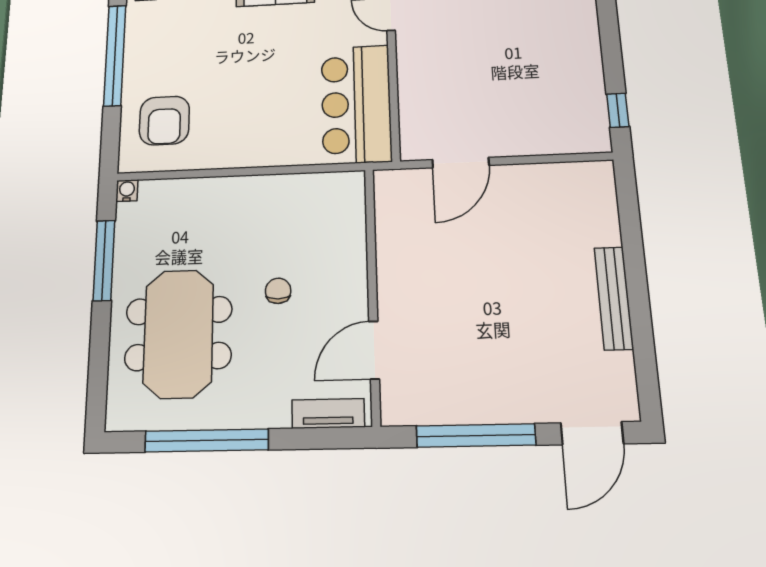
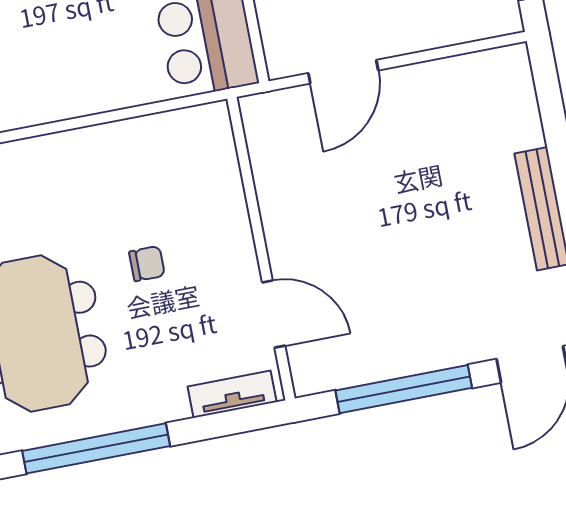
chair: (278, 291) -> (147, 264), turned 90
door: (374, 350) -> (274, 314), swing flipped

